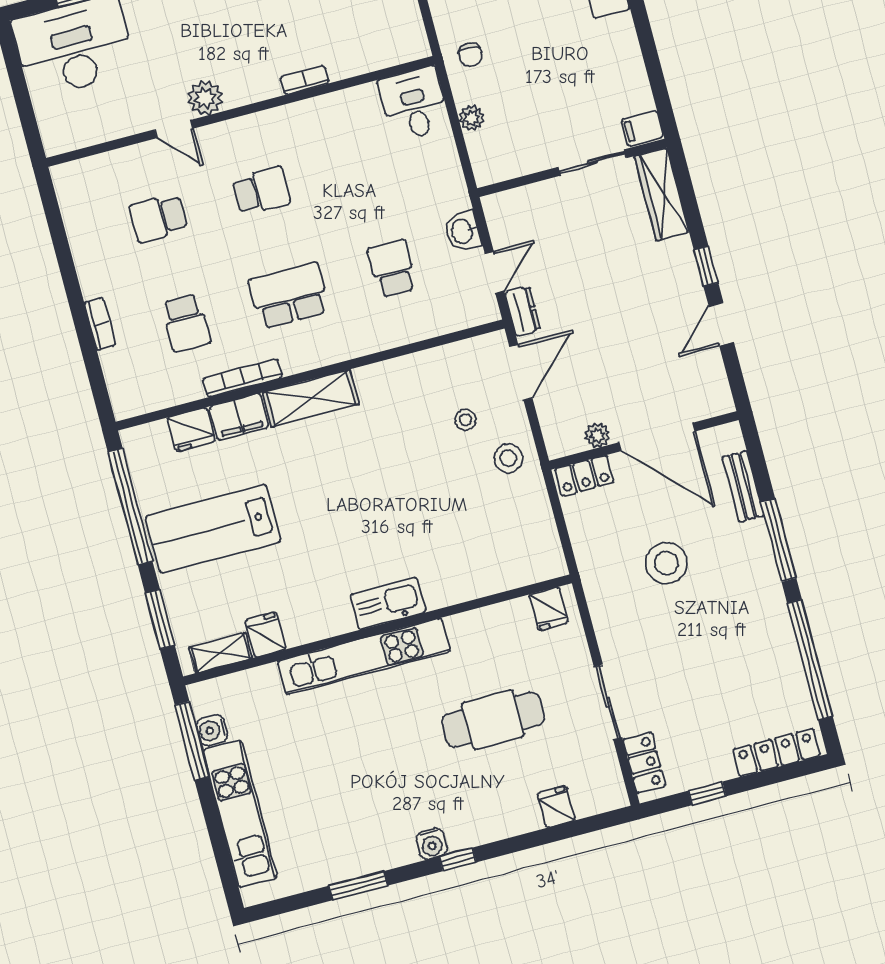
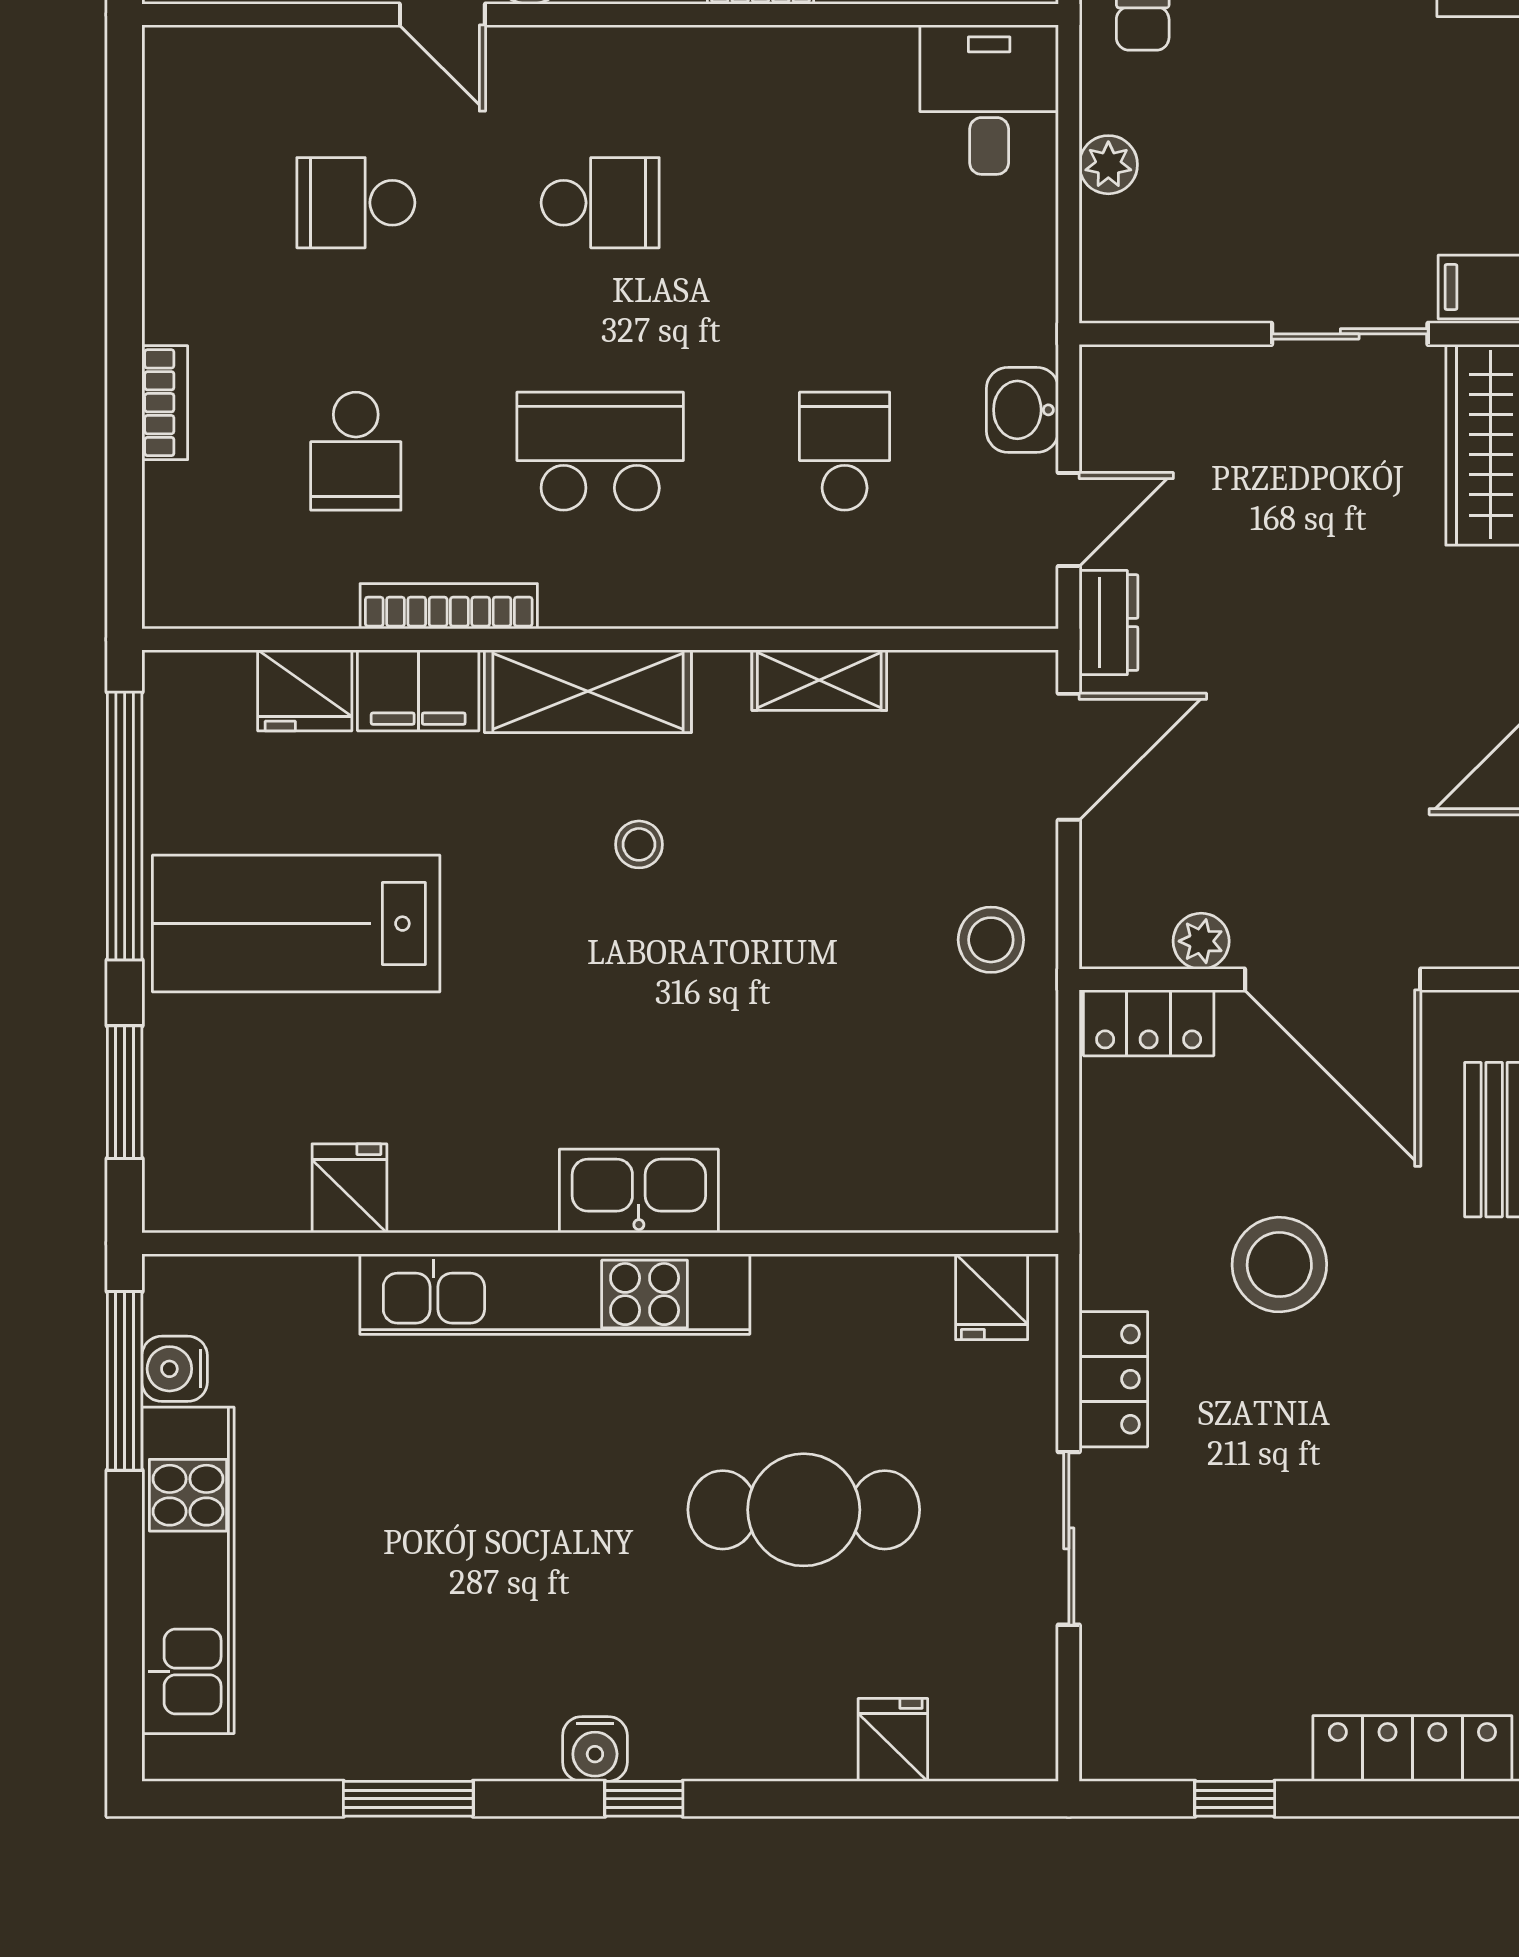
stool: (466, 420) -> (639, 844), moved
shelving: (221, 653) -> (819, 680), moved
locker: (644, 763) -> (1113, 1379), moved

